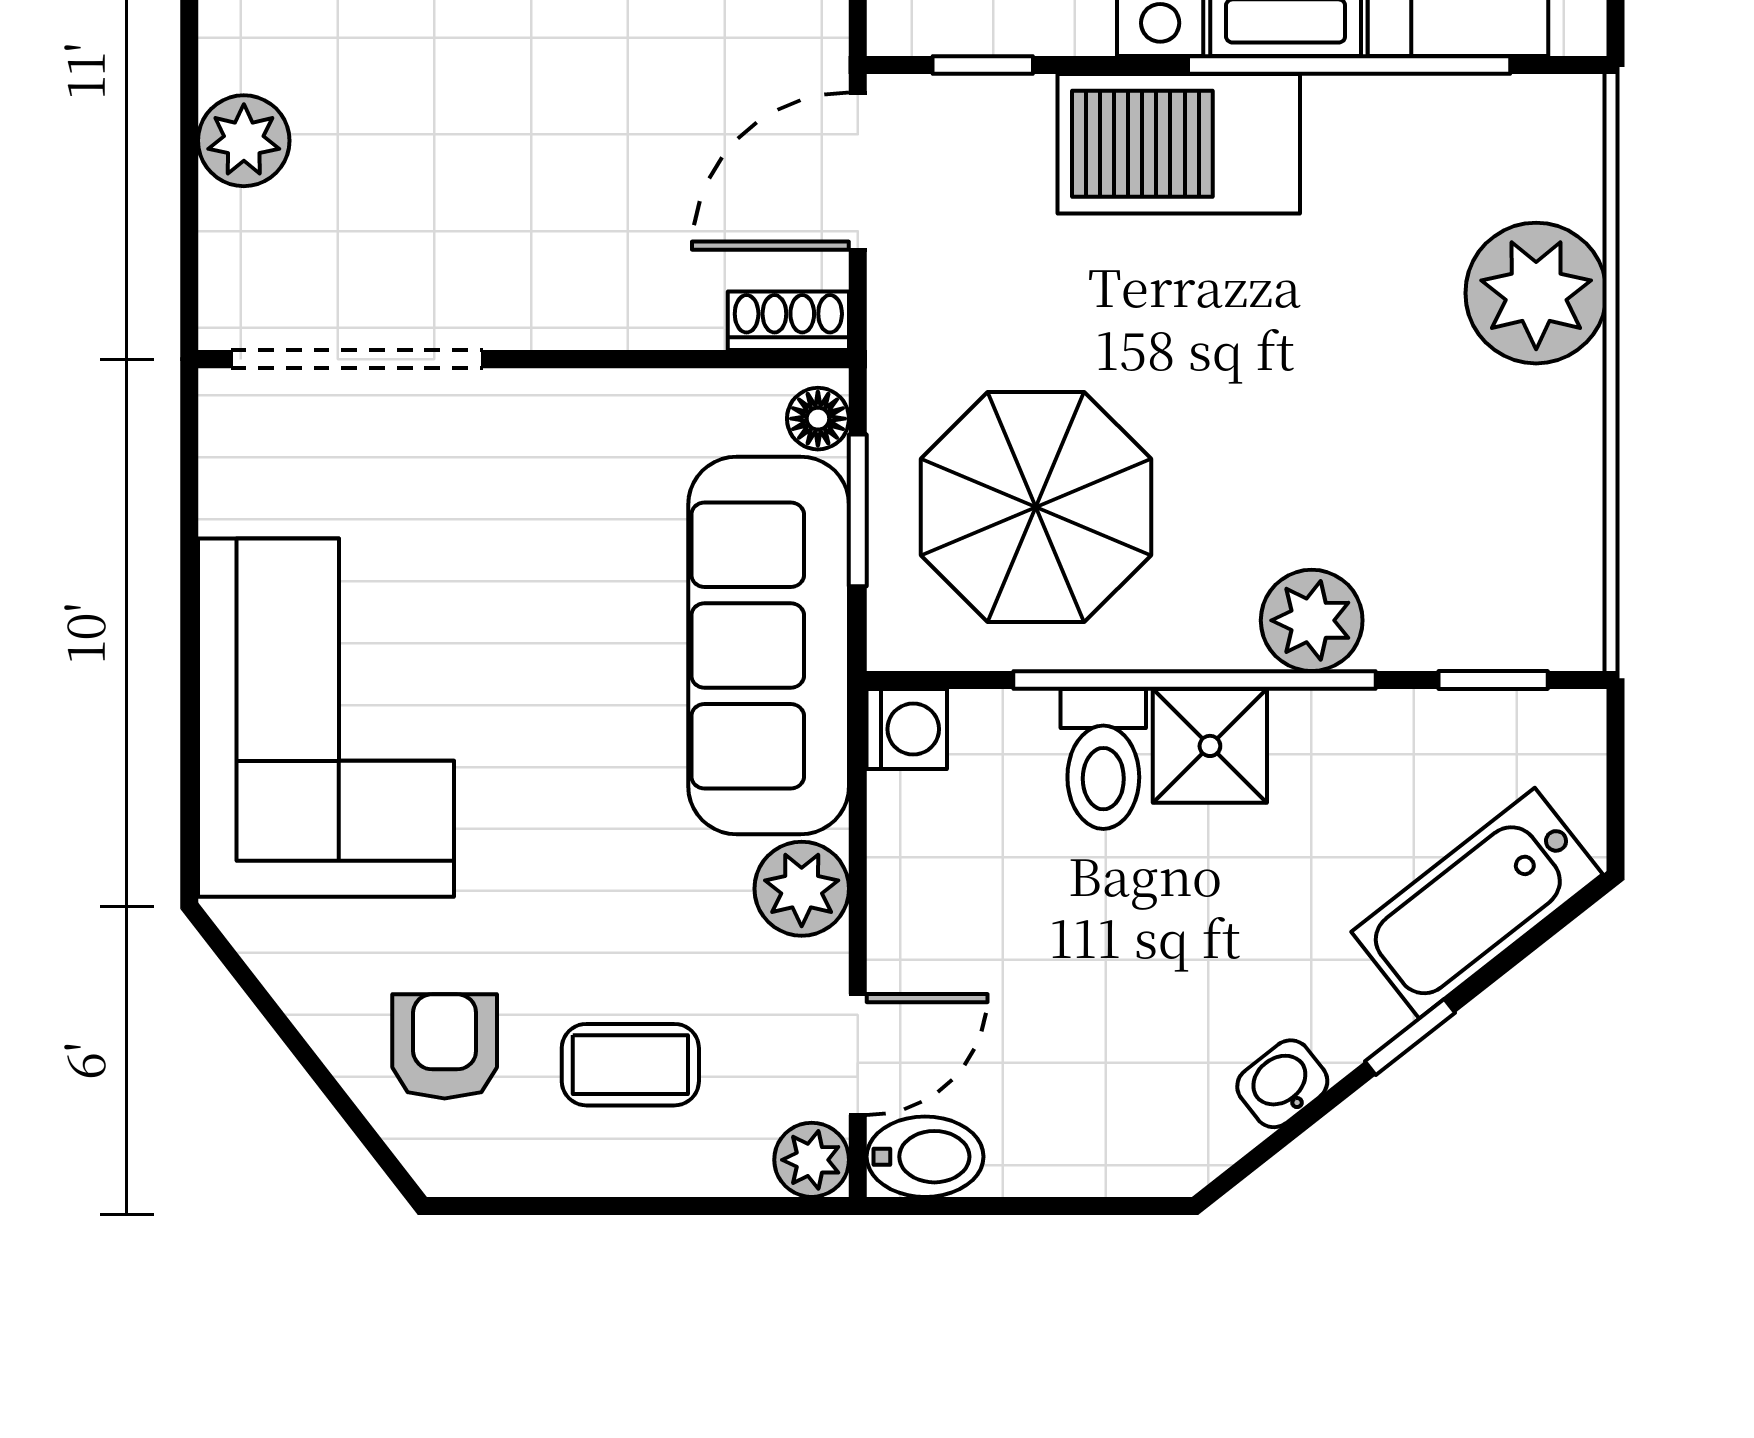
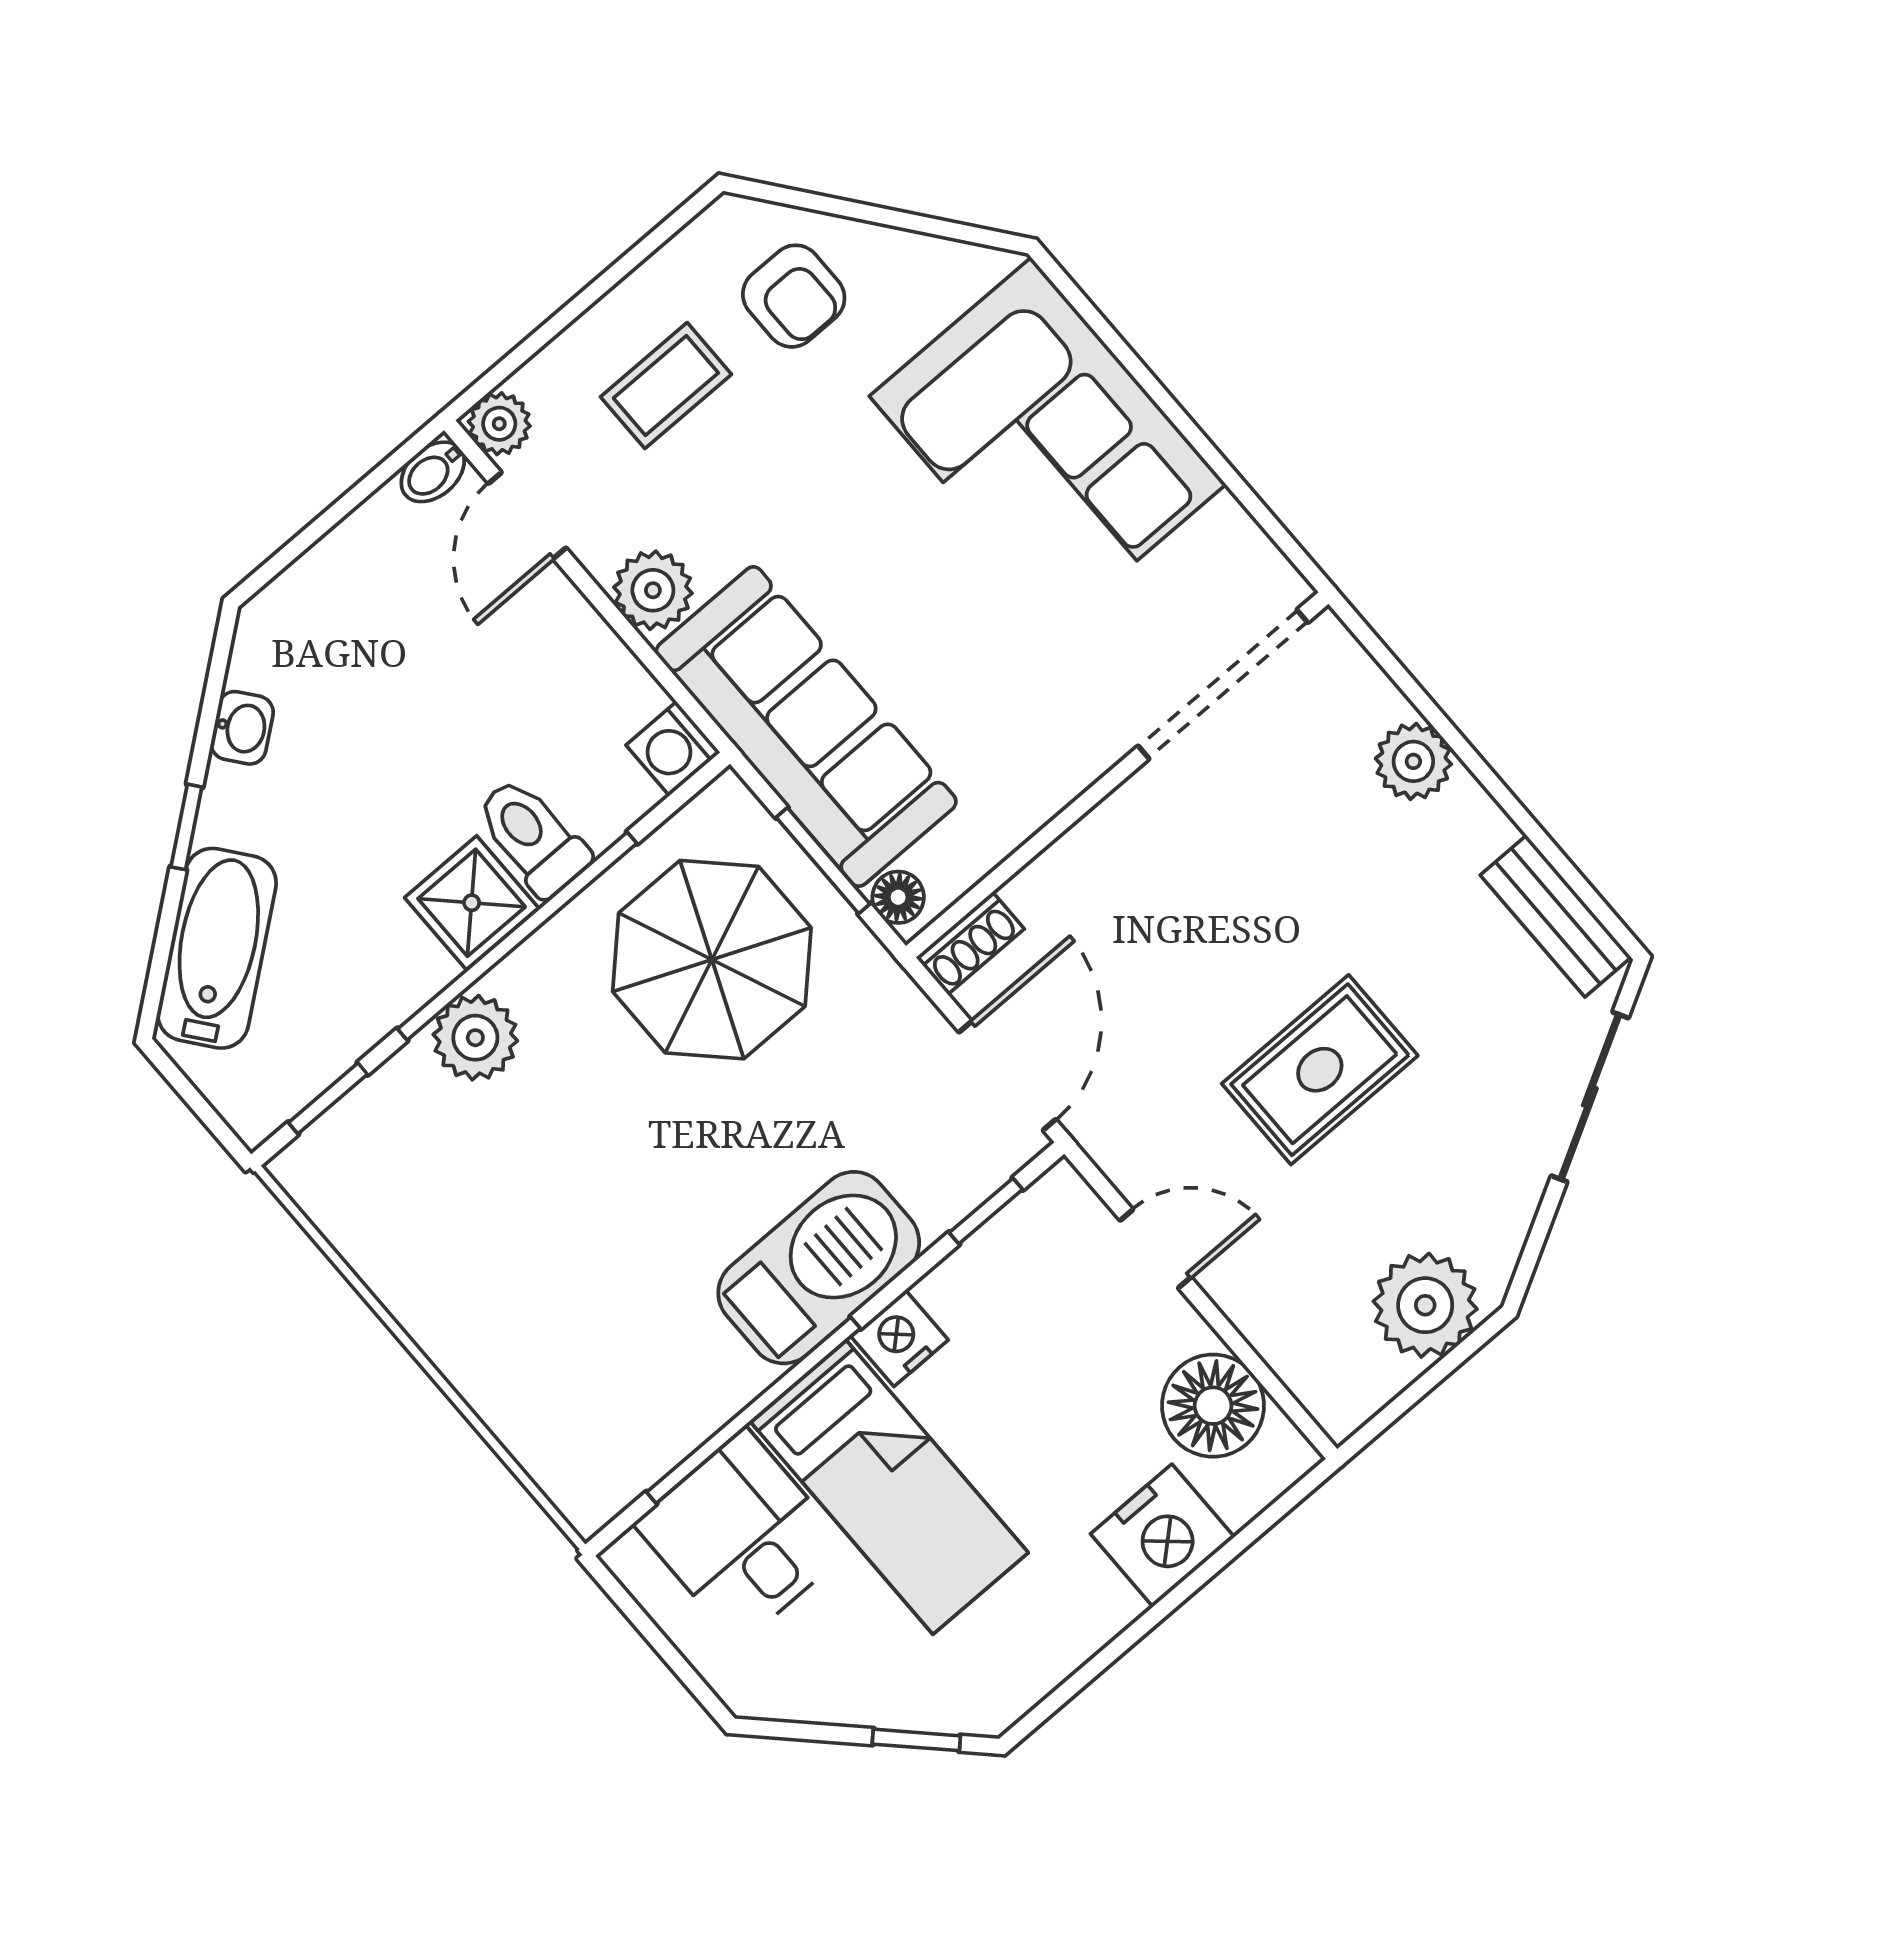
plant: (1536, 293) -> (511, 1367), removed
bidet: (925, 1157) -> (433, 472), width x0.72, depth x0.74

